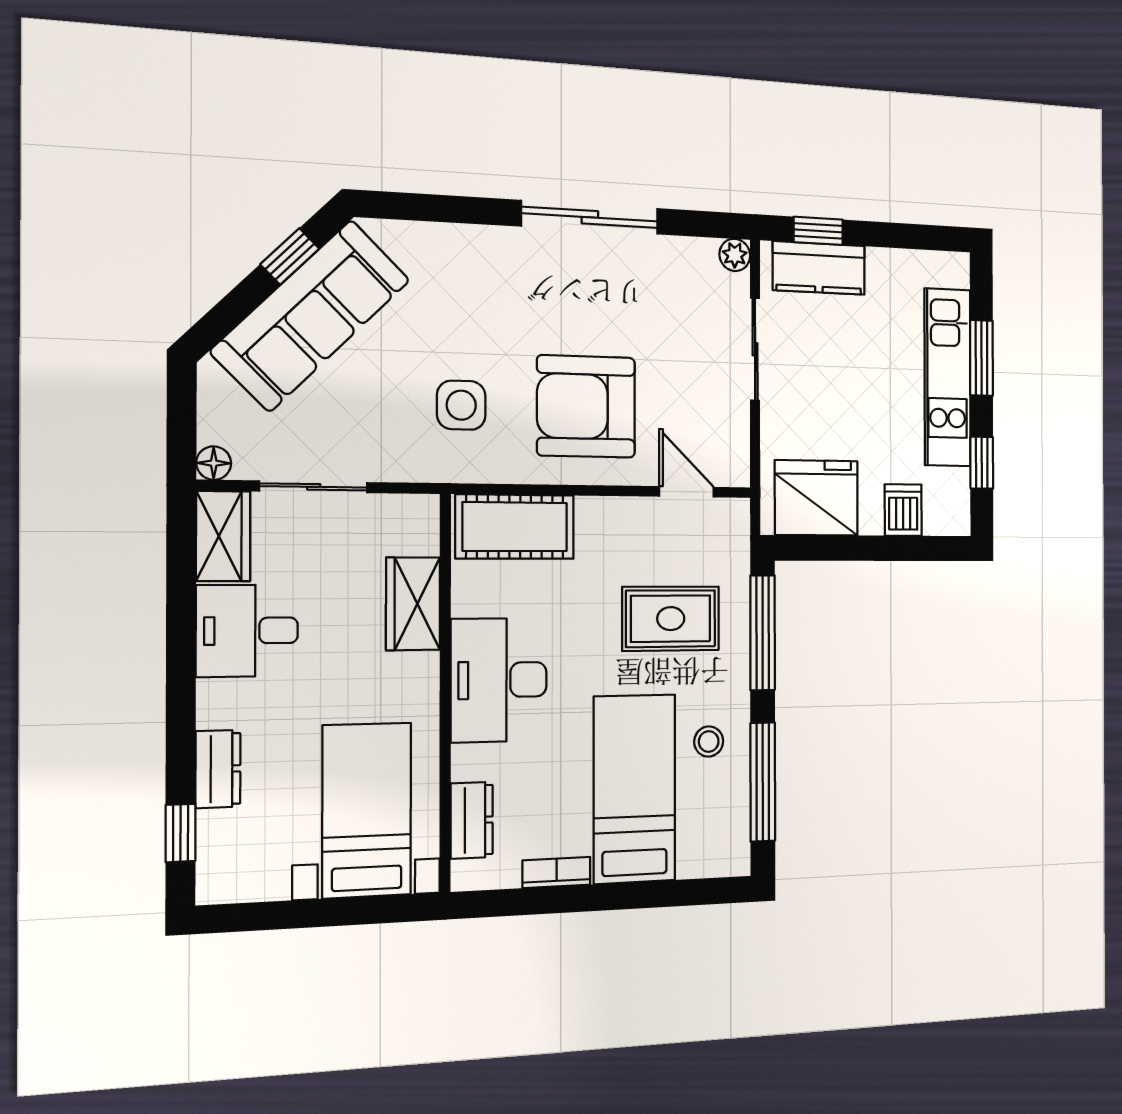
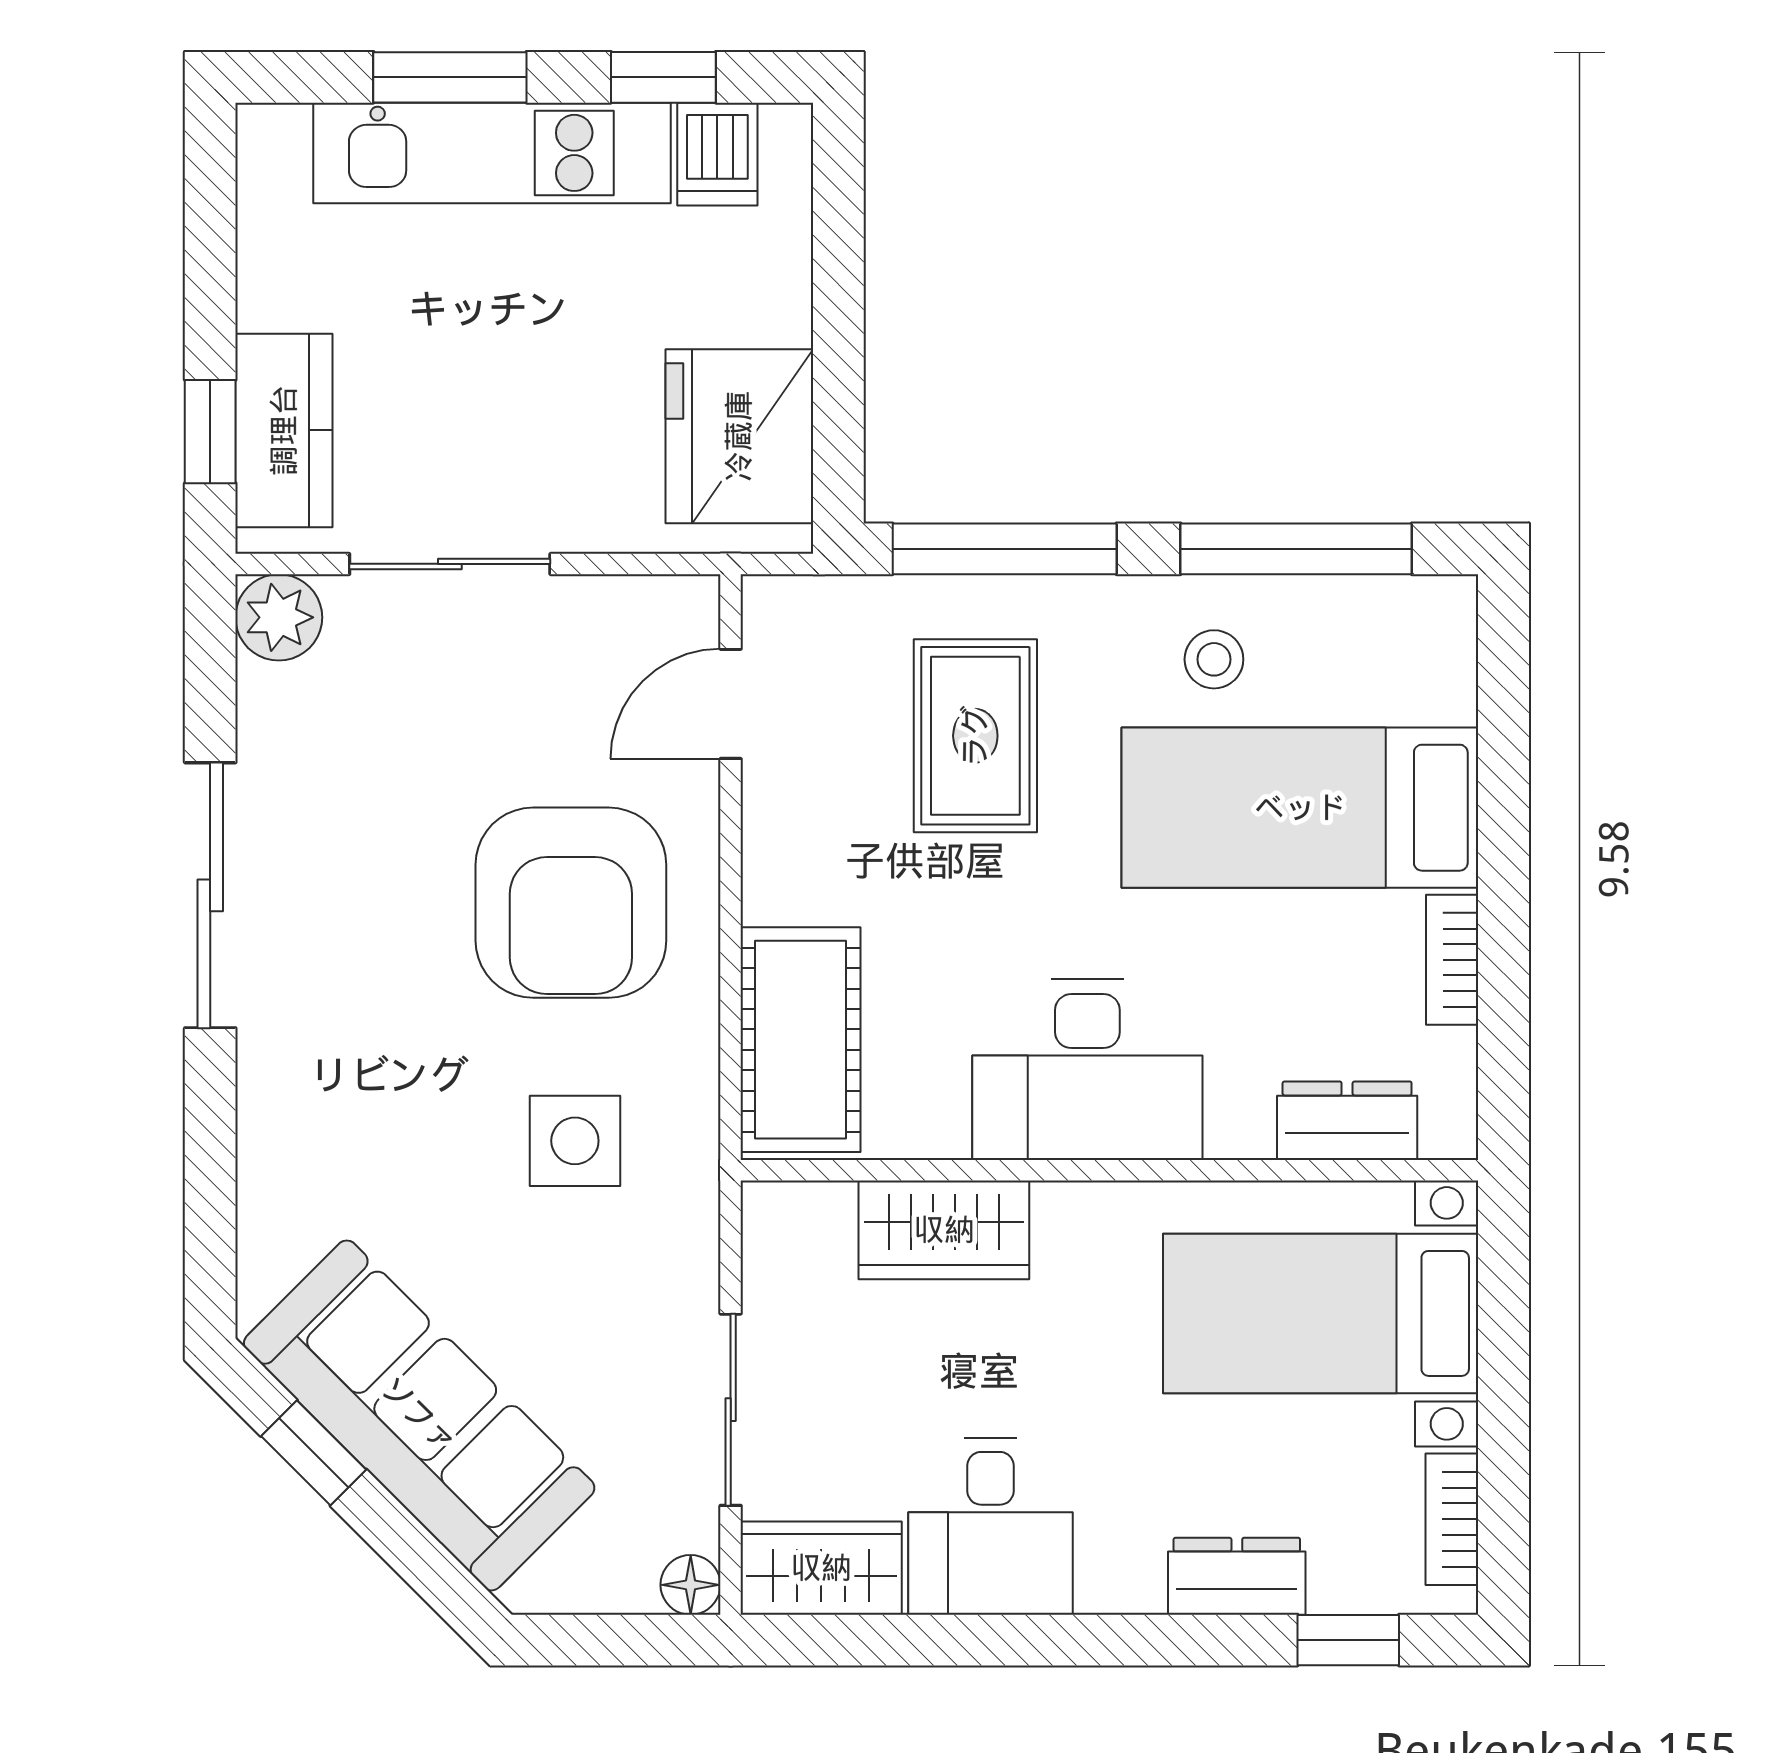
plant: (735, 255) -> (279, 617), width x1.38, depth x1.38
dishwasher: (903, 510) -> (717, 154), moved, turned -90
bookcase: (251, 888) -> (1452, 1519), added

